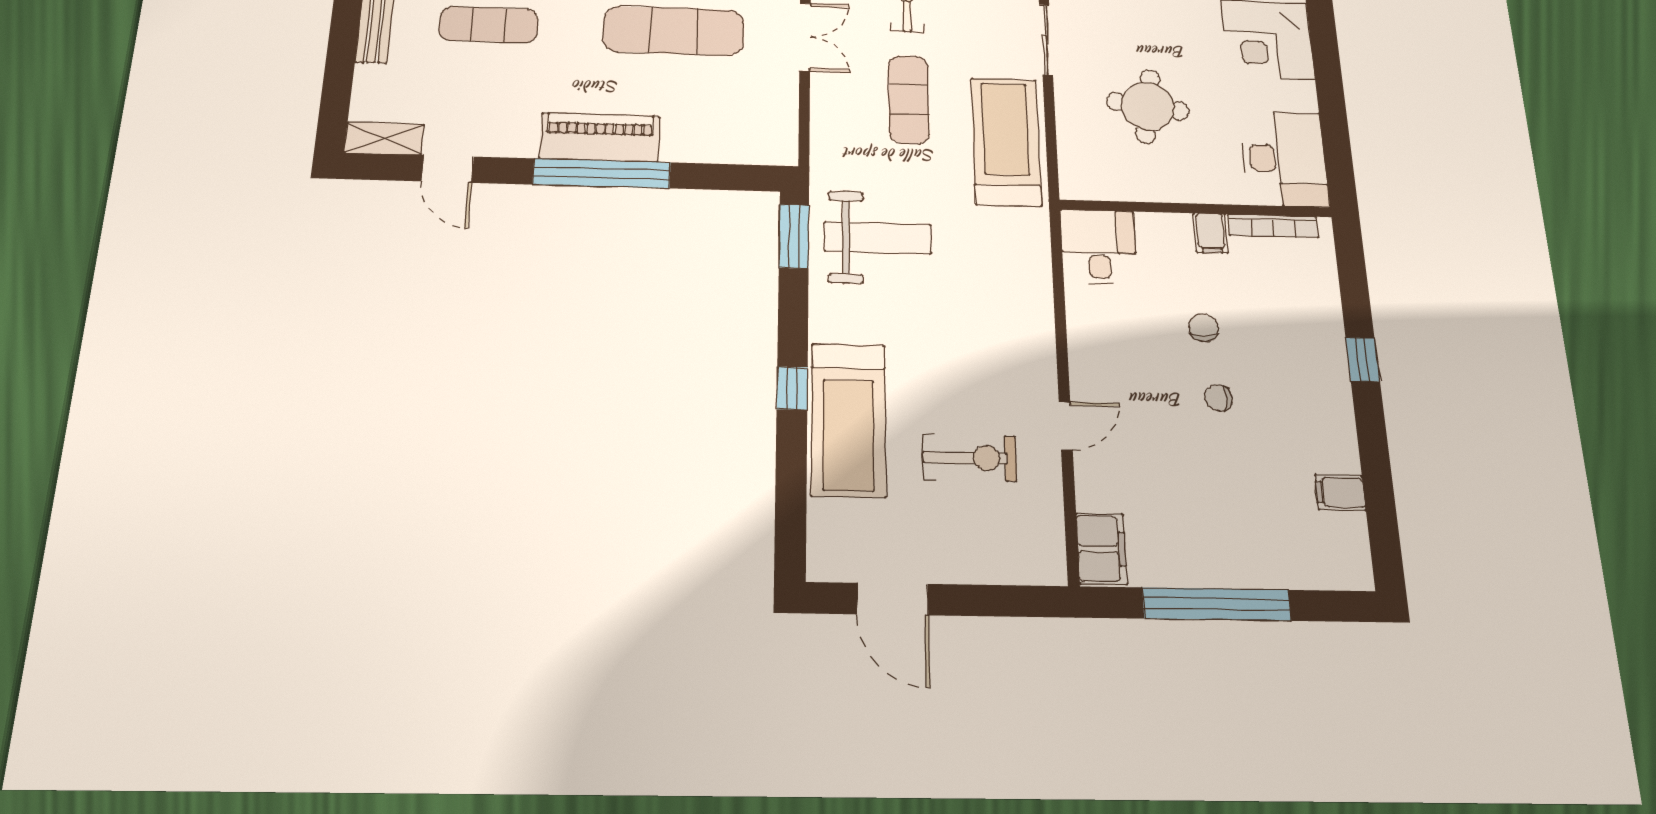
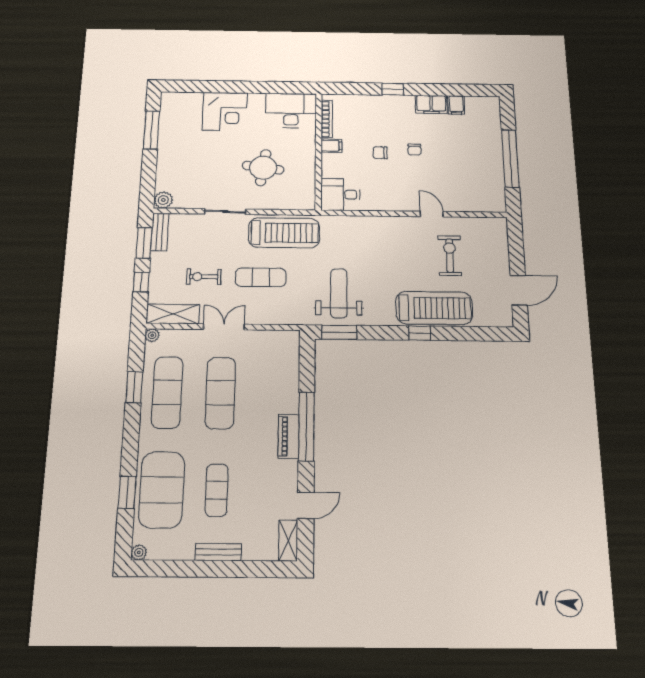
piano: (600, 137) -> (289, 436), width x0.73, depth x0.75
treadmill: (1006, 142) -> (284, 233), turned 180
filing cabinet: (1101, 549) -> (431, 104), moved, turned 180

